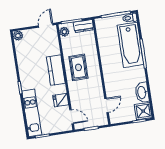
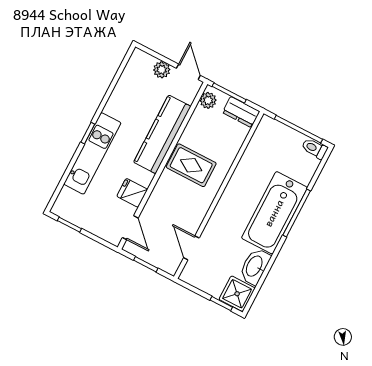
door: (46, 25) -> (188, 72), hinge flipped
plant: (18, 36) -> (162, 70), moved
bathtub: (130, 45) -> (274, 213), moved
rug: (79, 67) -> (191, 165), turned 90
kitchen counter: (56, 70) -> (162, 134), width x1.50
door: (107, 105) -> (191, 248), swing flipped
kitchen unit: (32, 113) -> (92, 153), moved

